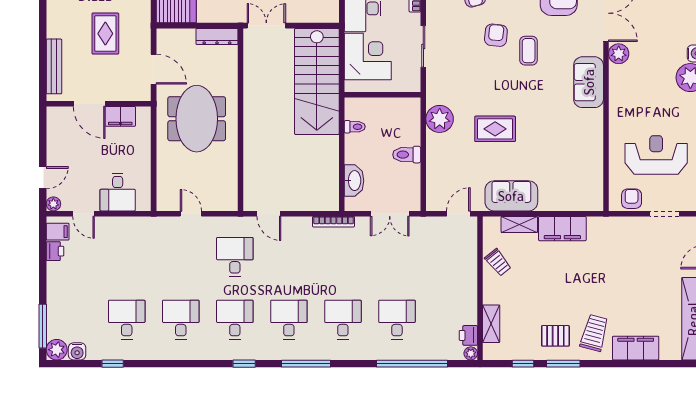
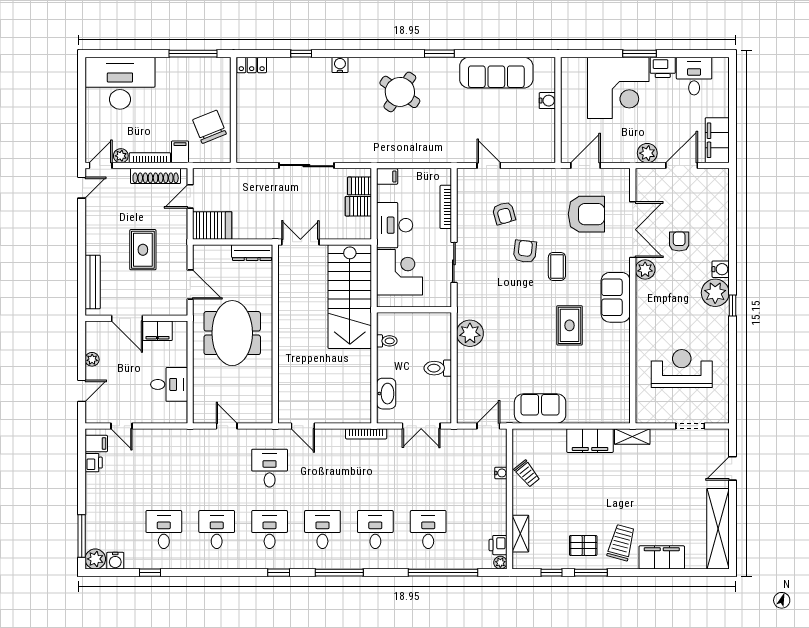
rug: (495, 129) -> (569, 325), moved, turned 90
desk: (118, 192) -> (169, 384), moved, turned -90
armchair: (632, 199) -> (679, 241), moved
plant: (53, 204) -> (92, 359), moved
shelving: (519, 224) -> (632, 436), moved
water cooler: (471, 262) -> (501, 473), added

